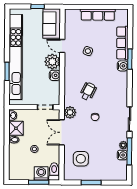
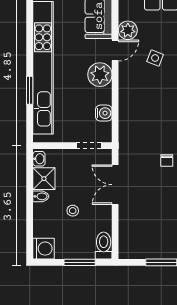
door: (62, 46) -> (115, 50), swing flipped
water cooler: (55, 75) -> (104, 113), moved
wheelchair: (88, 91) -> (156, 121), removed
plant: (70, 112) -> (128, 30), moved
side table: (81, 159) -> (145, 225), removed
washing machine: (41, 173) -> (43, 249), moved, turned 90

